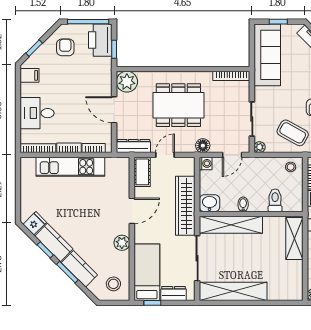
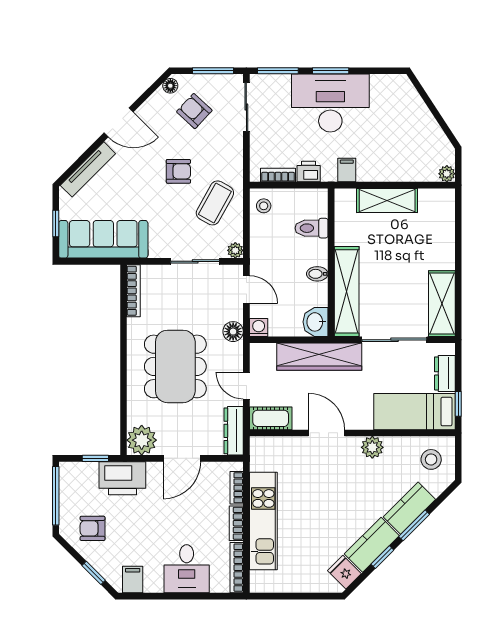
printer: (100, 40) -> (122, 478), moved
shelving: (294, 239) -> (387, 200), moved
shelving: (233, 291) -> (442, 304), width x0.68

